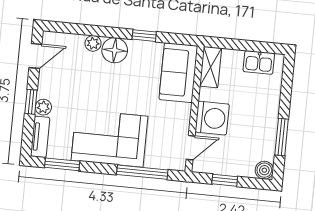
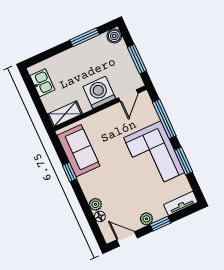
floor lamp: (115, 50) -> (100, 216), moved, width x0.53, depth x0.53
sofa: (178, 73) -> (79, 151), moved, turned -90
plant: (43, 107) -> (146, 219), moved
door: (191, 148) -> (128, 96), swing flipped
window: (62, 164) -> (183, 161), moved
window: (225, 180) -> (137, 59), width x1.50

